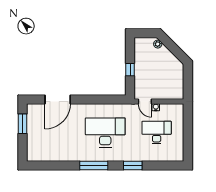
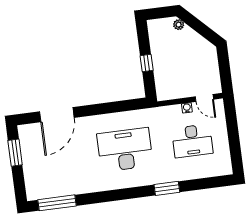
door: (145, 102) -> (204, 98), moved
desk: (157, 133) -> (192, 141), turned 180
window: (94, 166) -> (57, 203), moved

